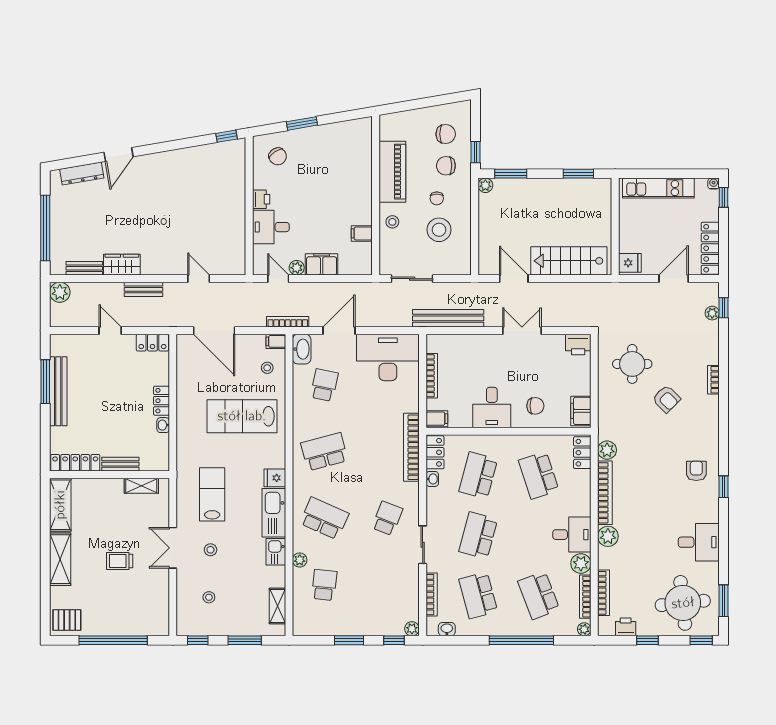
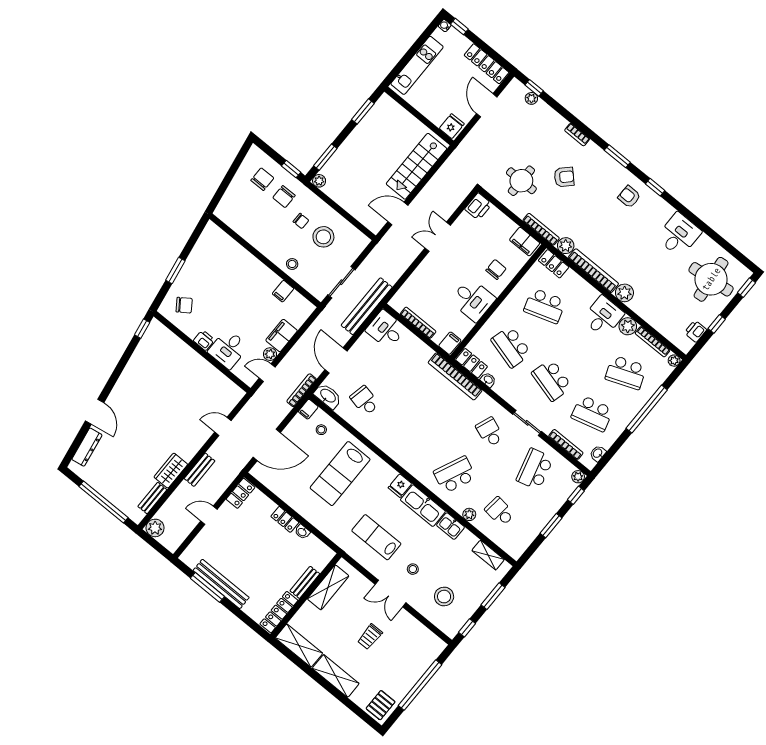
piano: (392, 172) -> (258, 236), removed
bench: (448, 318) -> (367, 306), moved
desk: (388, 357) -> (386, 329), width x0.53, depth x0.77
school desk: (324, 452) -> (535, 469), moved
shelving: (141, 486) -> (328, 587), width x1.50, depth x1.33
bookcase: (604, 593) -> (541, 229), moved
stool: (209, 597) -> (444, 597), width x1.89, depth x1.89
window: (723, 601) -> (617, 156), moved

